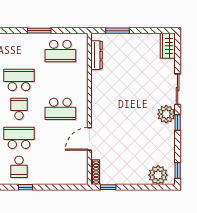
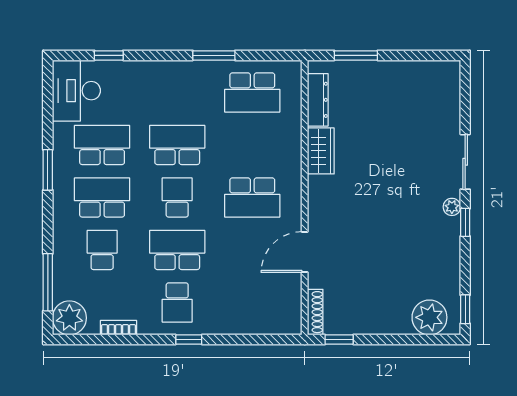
wardrobe: (168, 46) -> (321, 151), moved, turned 180
plant: (166, 114) -> (452, 207), width x0.53, depth x0.53

